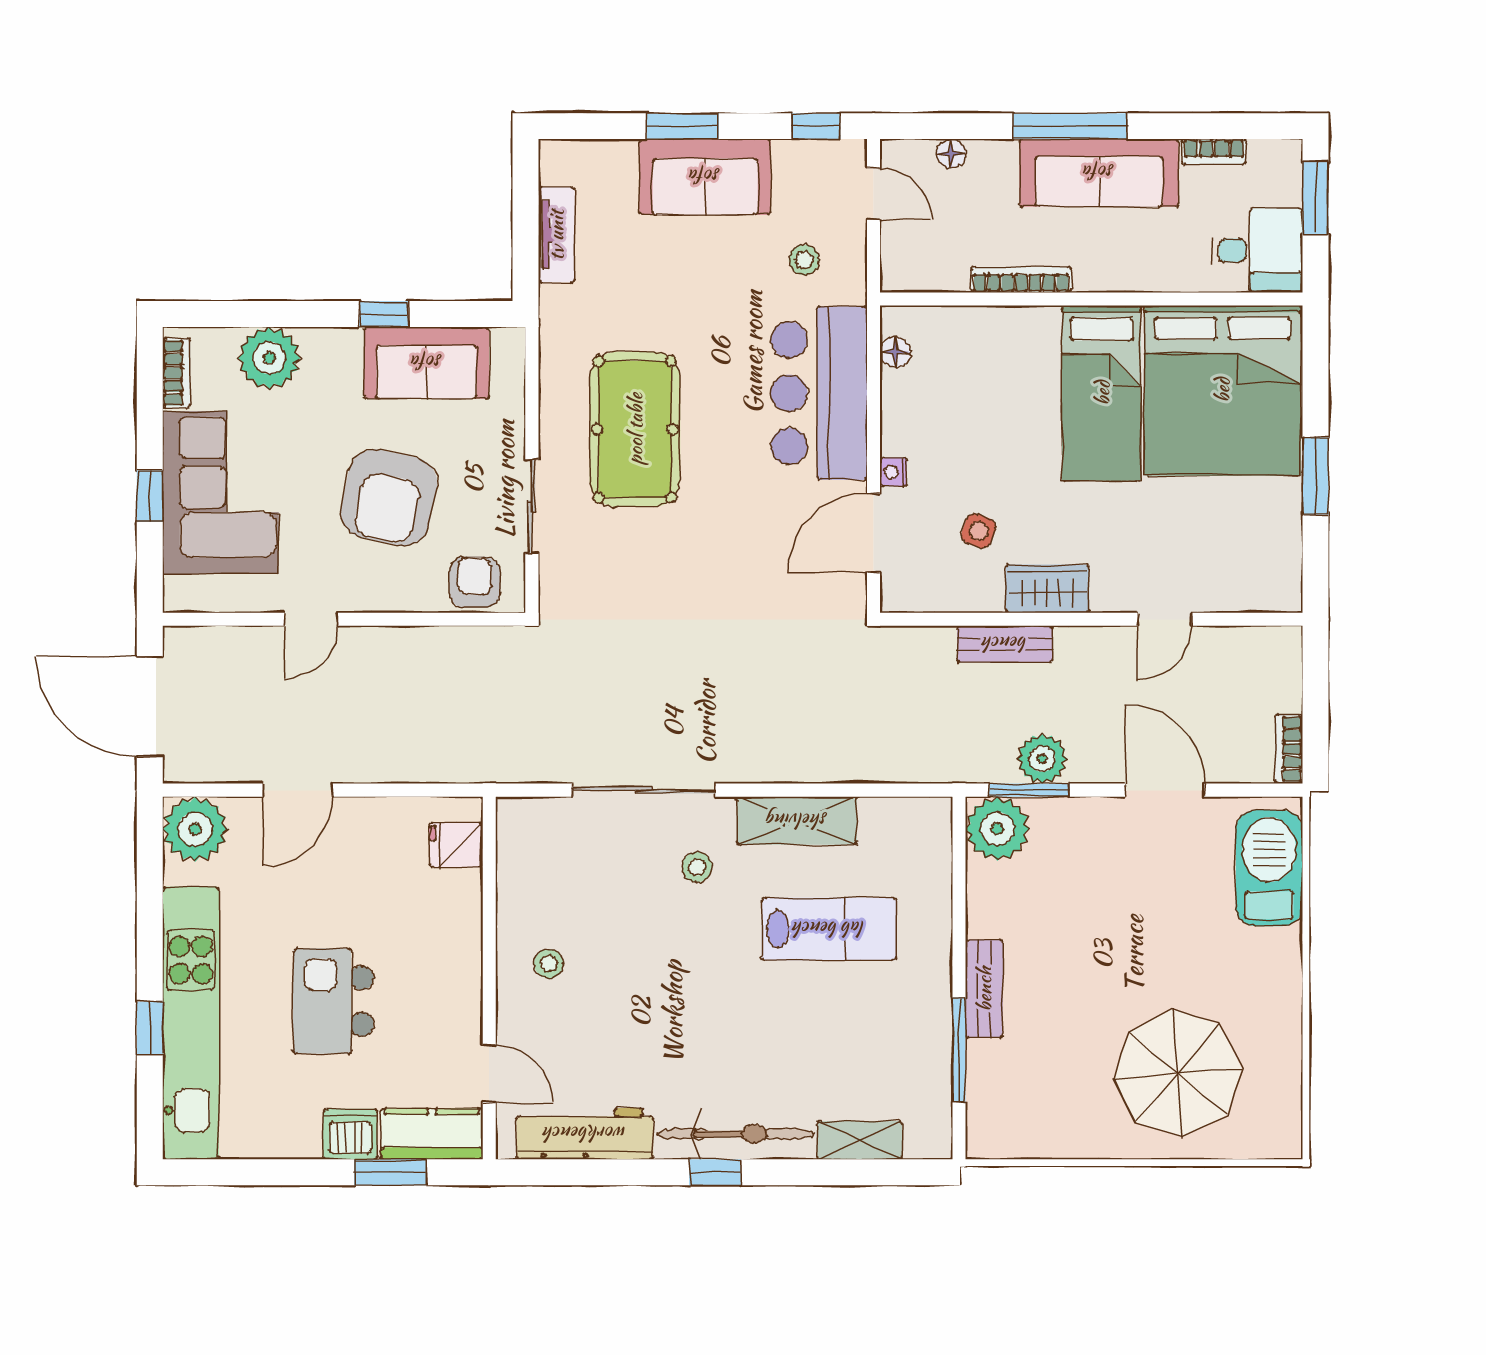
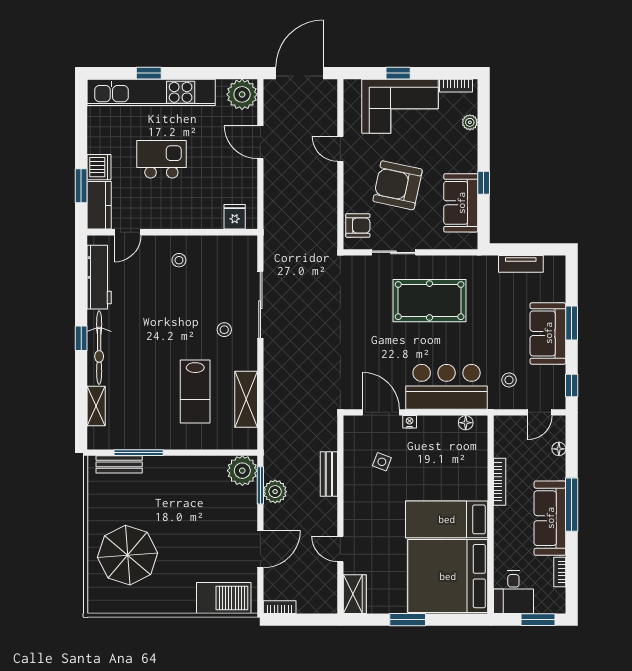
plant: (269, 358) -> (470, 122), width x0.53, depth x0.53
wardrobe: (1048, 589) -> (355, 594), moved
shelving: (797, 821) -> (246, 399), moved
bench: (984, 989) -> (119, 464), moved

